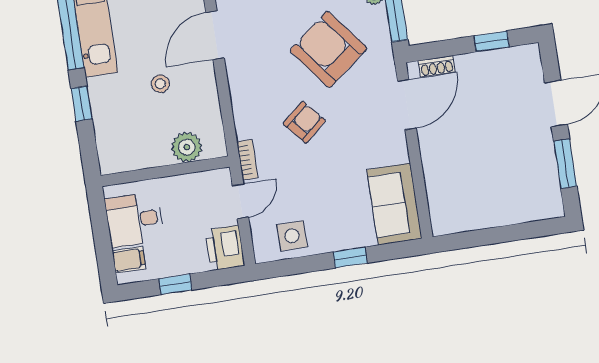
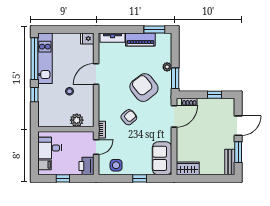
bench: (550, 189) -> (230, 162), added
wardrobe: (456, 218) -> (188, 168), added

